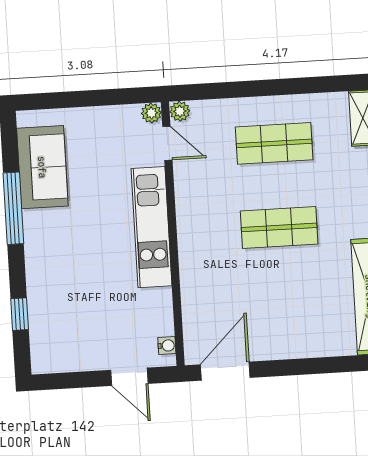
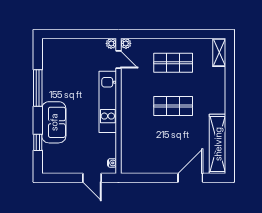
sofa: (42, 167) -> (54, 122), moved
door: (225, 371) -> (190, 178), moved

